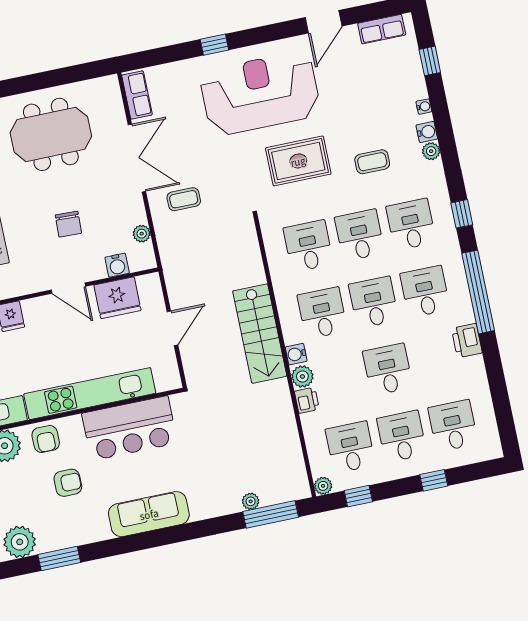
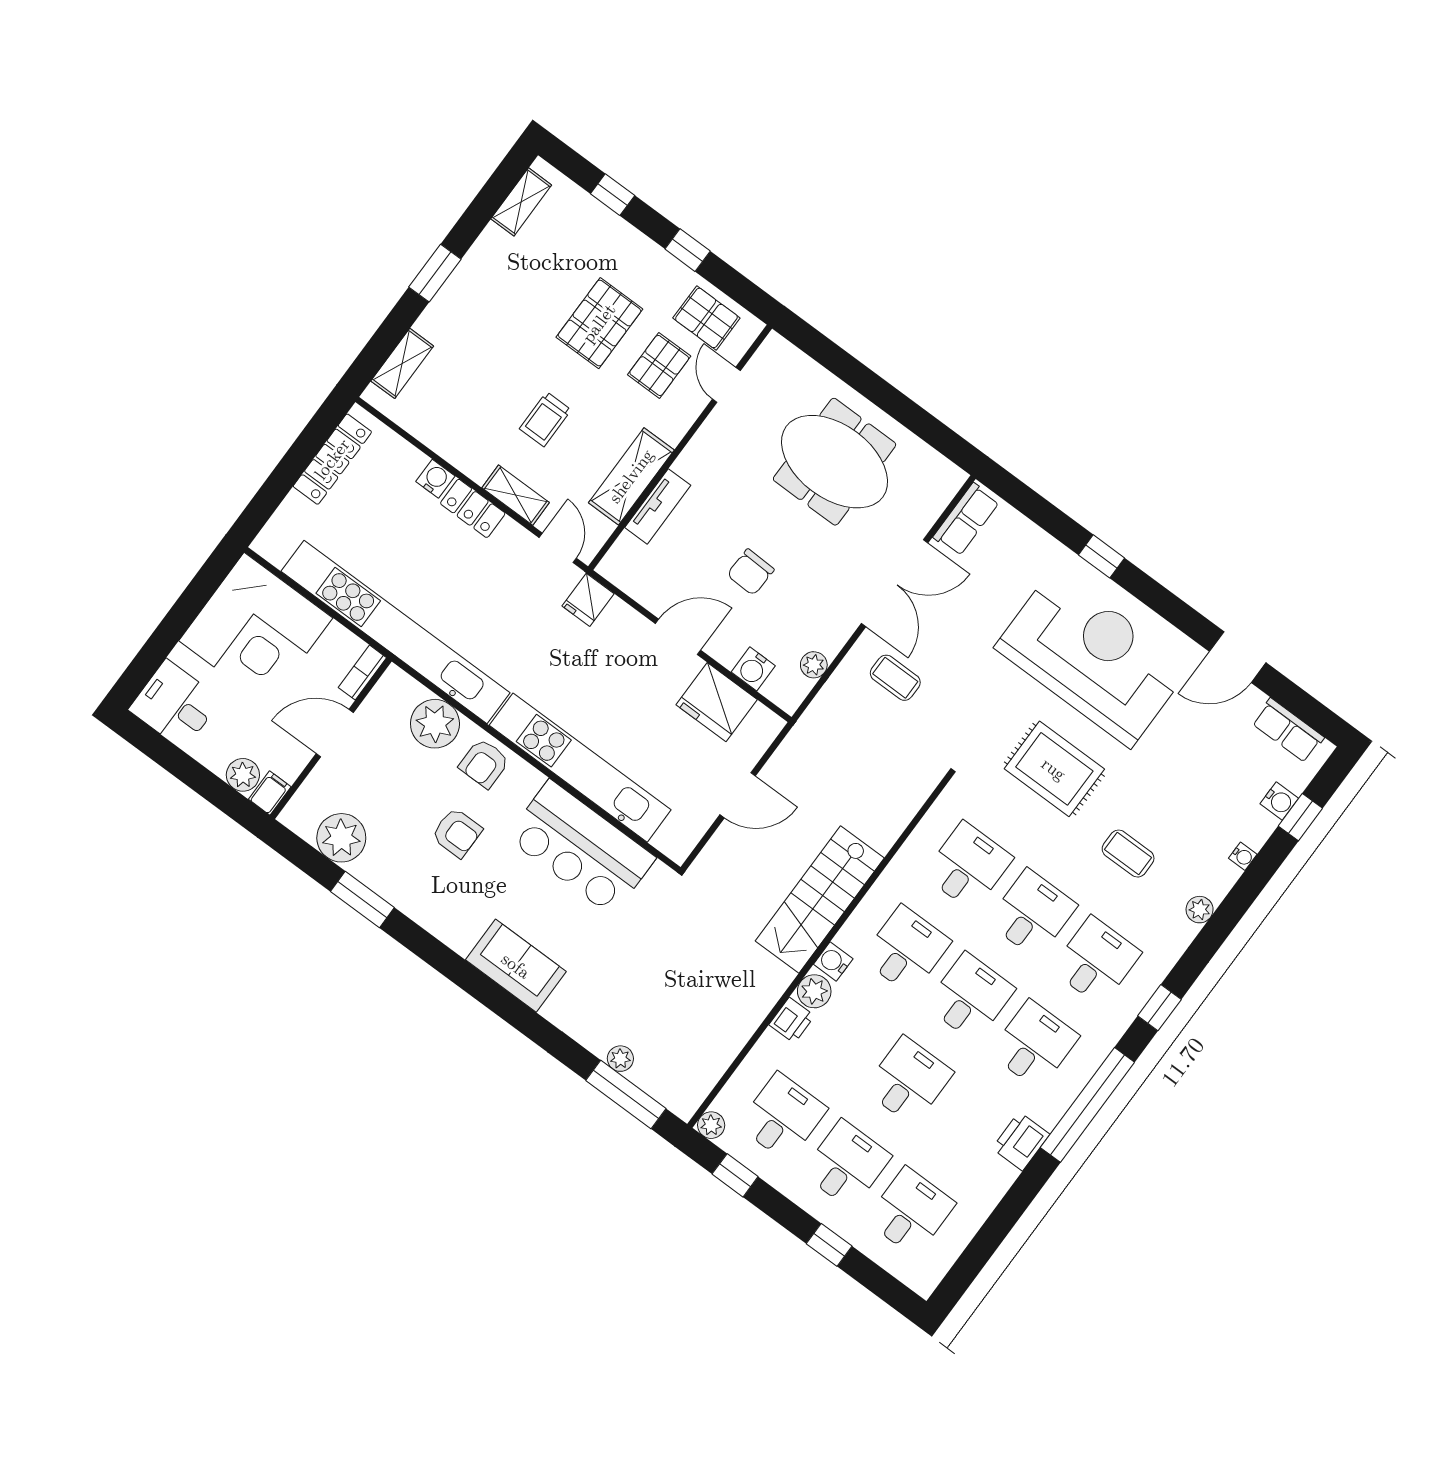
water cooler: (427, 132) -> (1279, 801), moved
door: (68, 288) -> (678, 637), swing flipped
sofa: (149, 514) -> (516, 966), width x0.73

